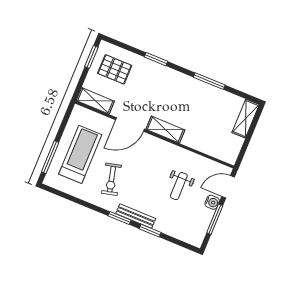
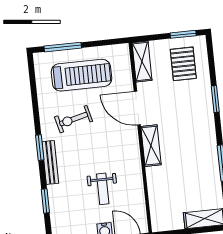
weight bench: (179, 186) -> (103, 189), turned -90
window: (150, 231) -> (45, 201), moved

